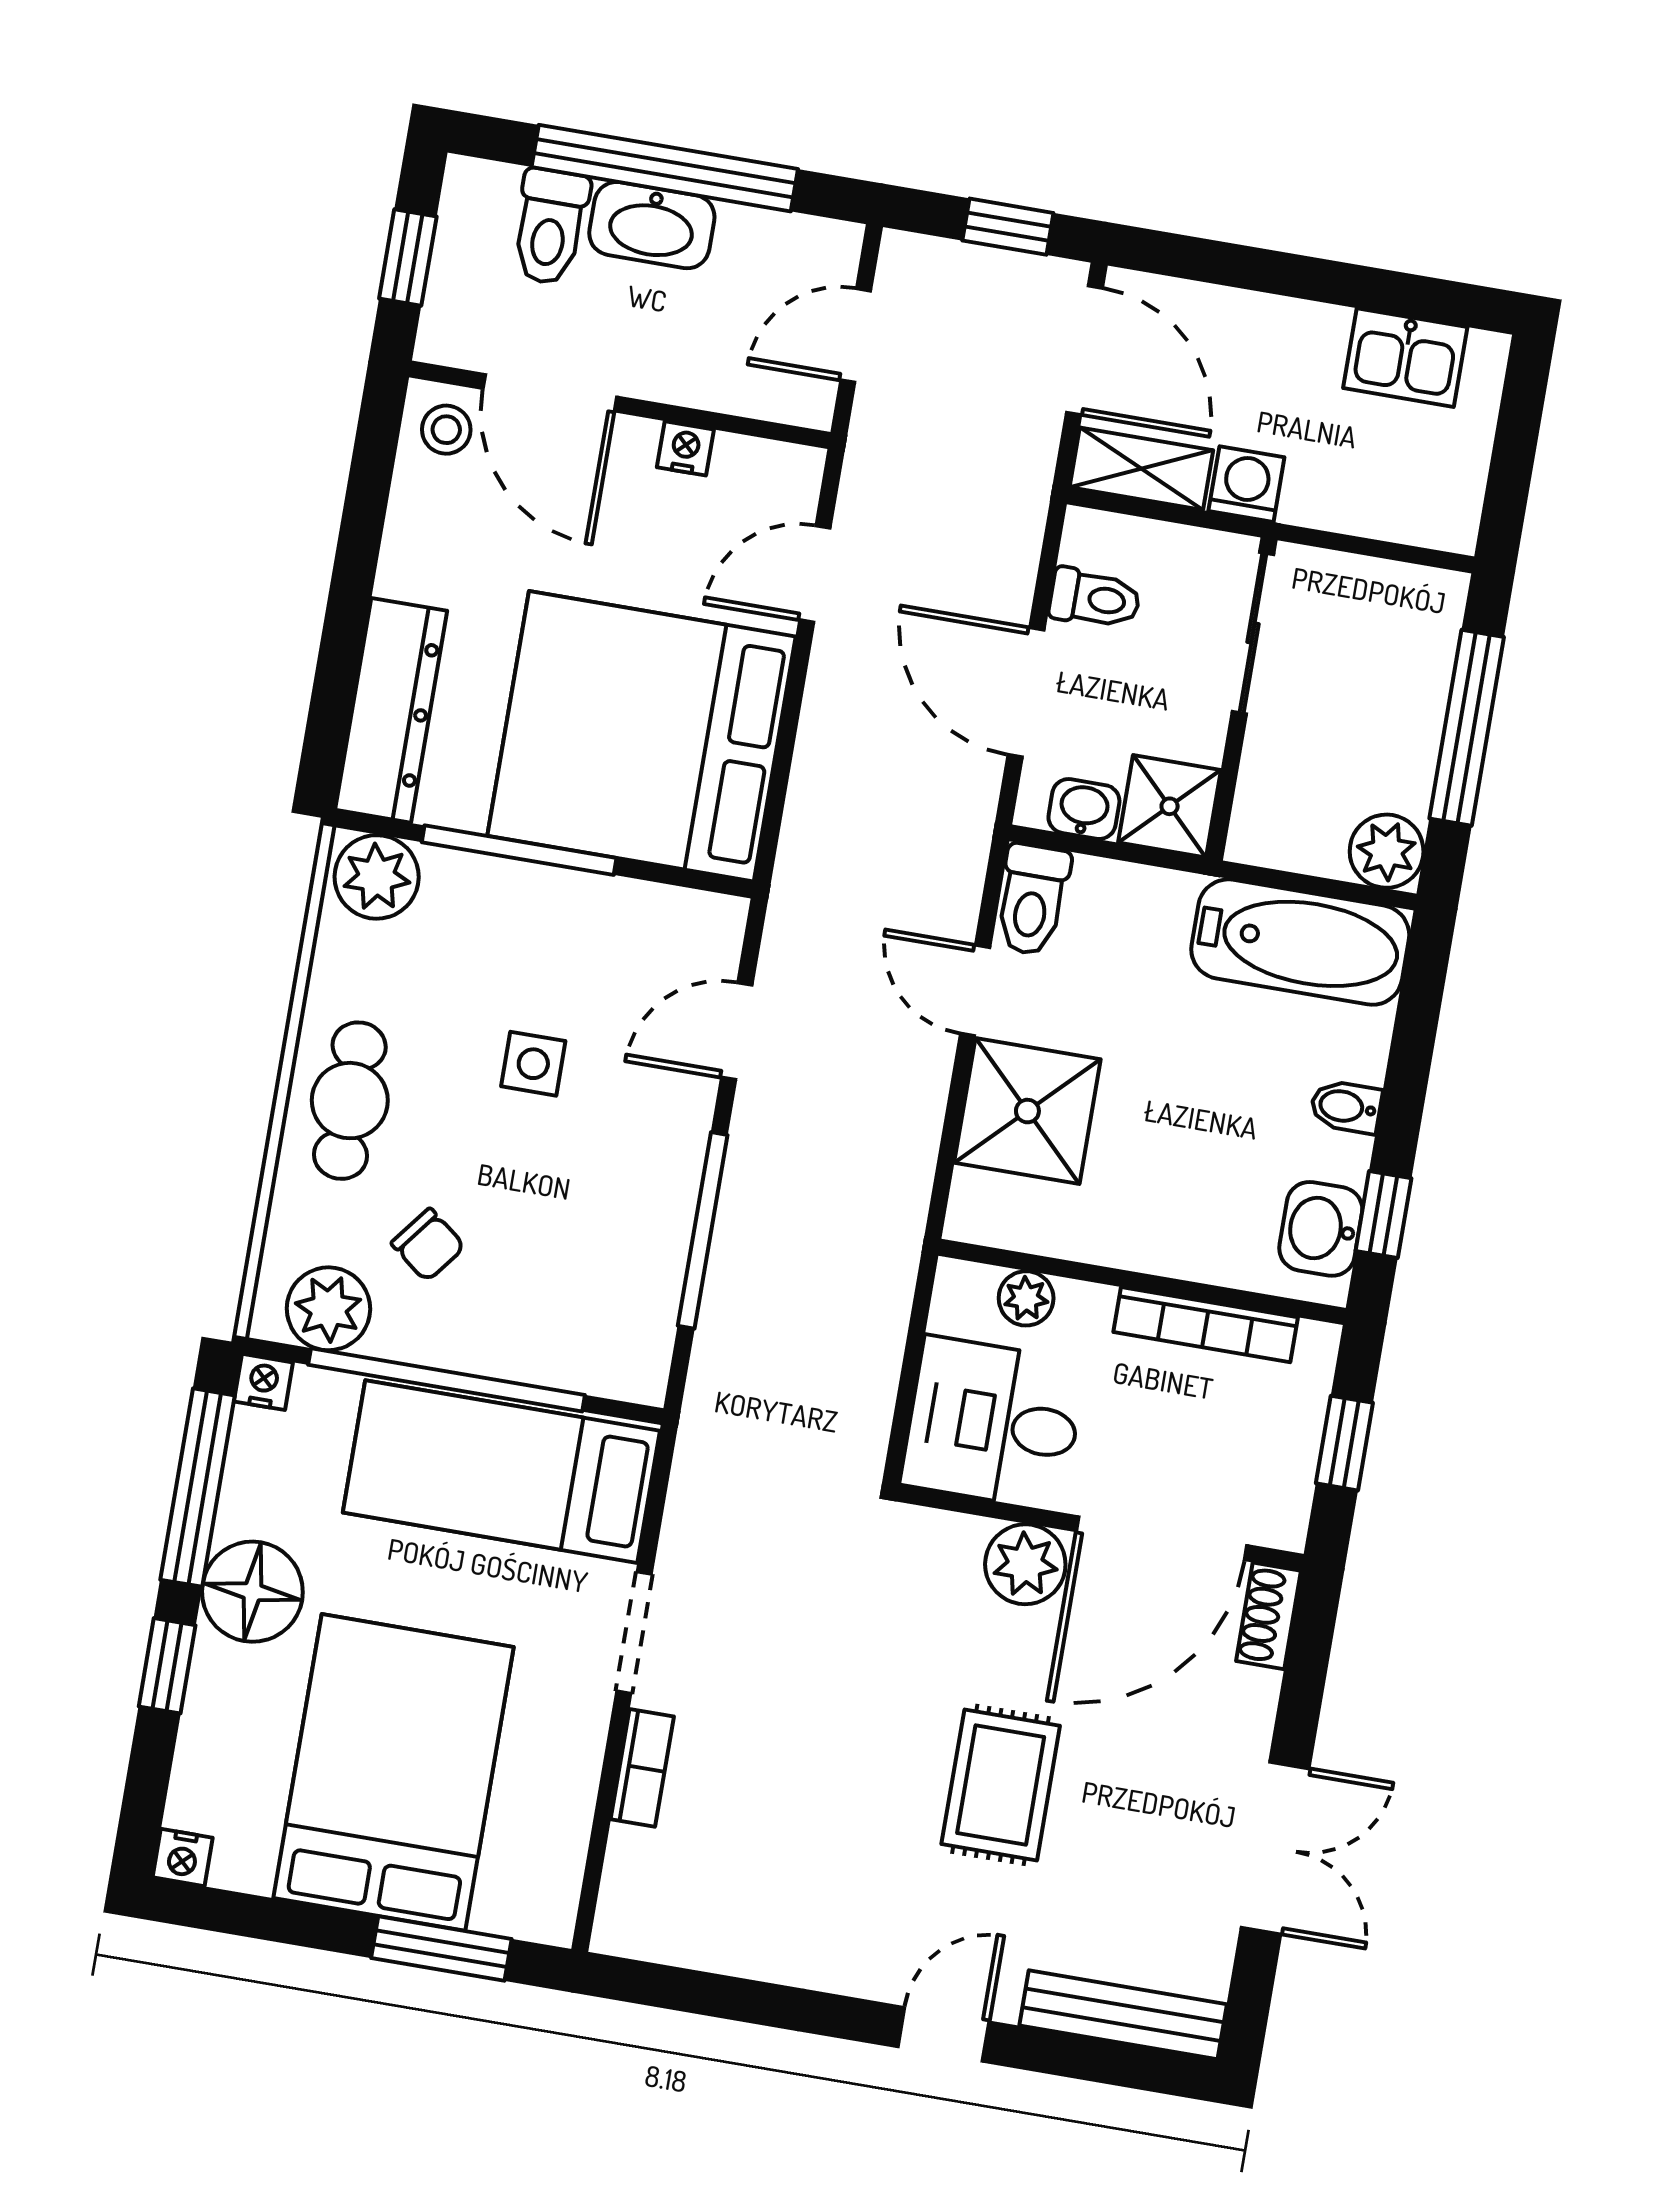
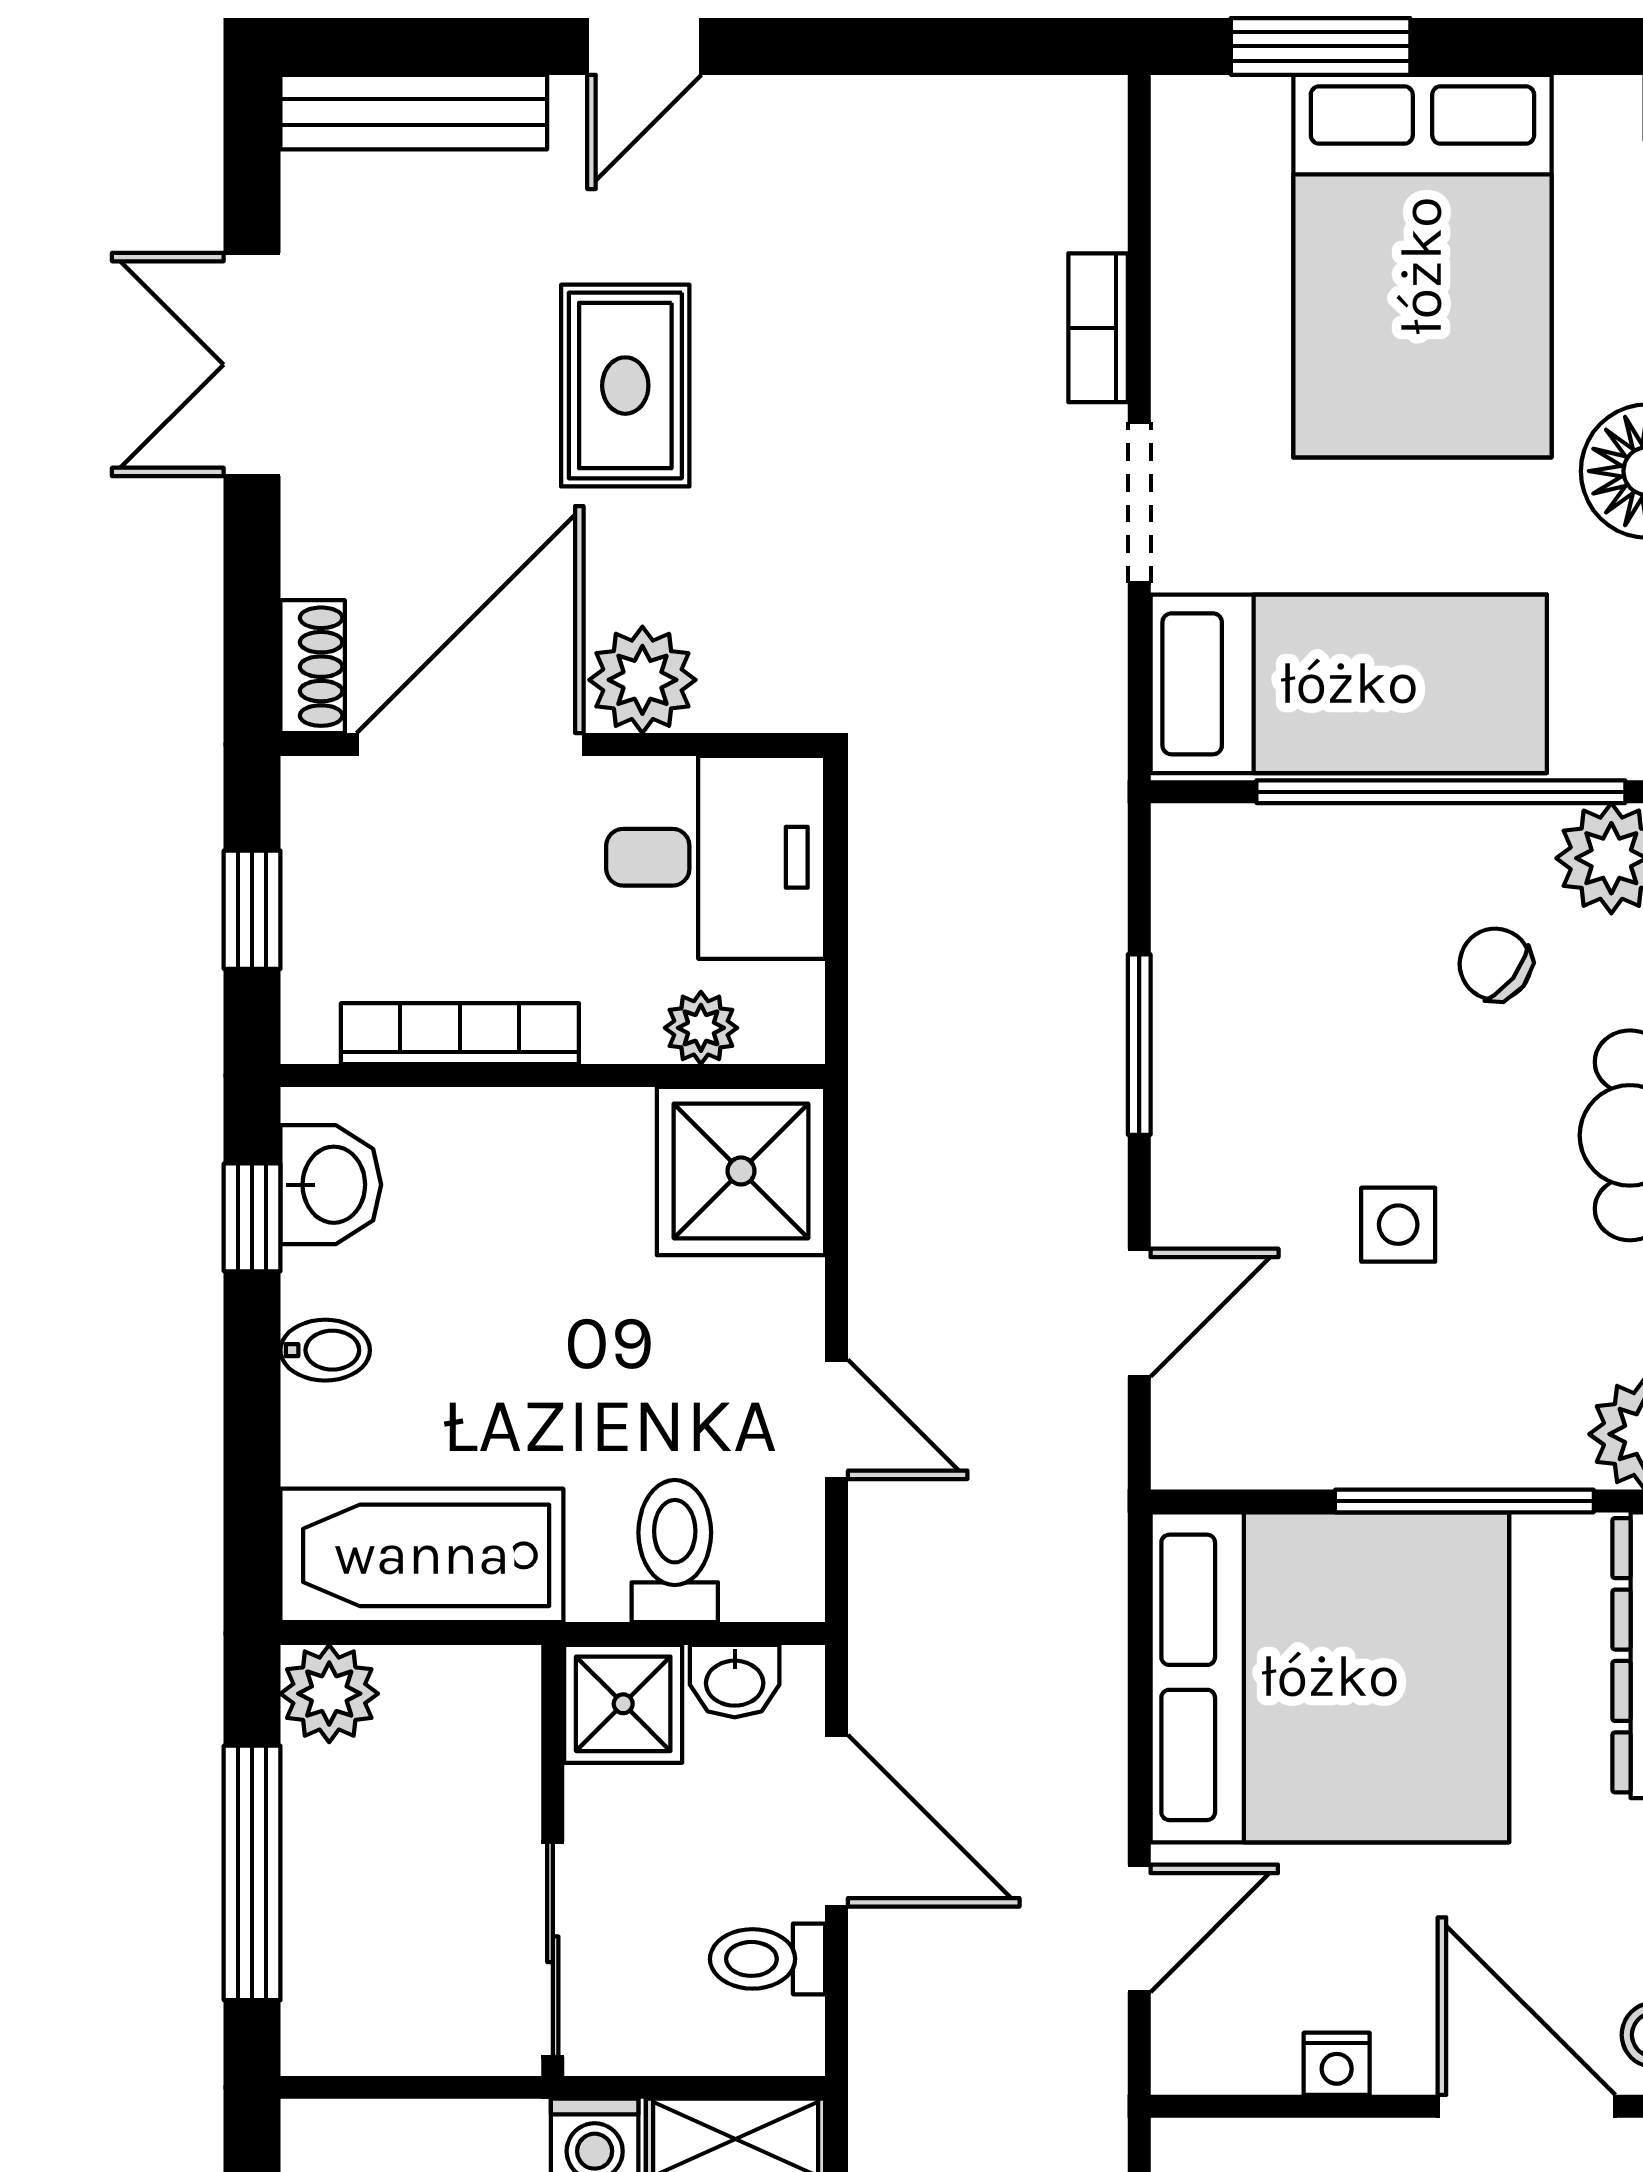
toilet: (1032, 900) -> (675, 1551), moved
shower: (1027, 1111) -> (741, 1171), moved
window: (703, 1230) -> (1139, 1045), width x0.69

